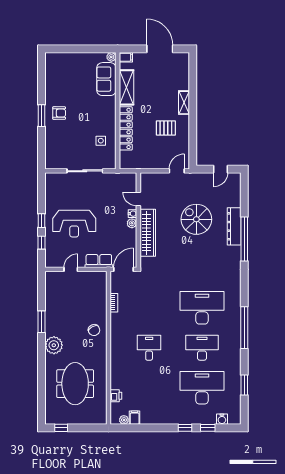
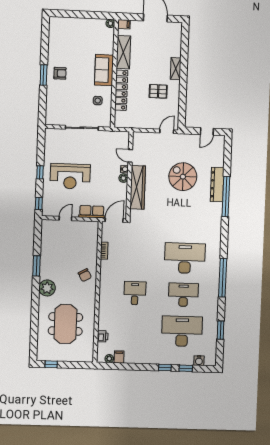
sofa: (106, 79) -> (104, 70), moved
window: (42, 243) -> (39, 204), moved

